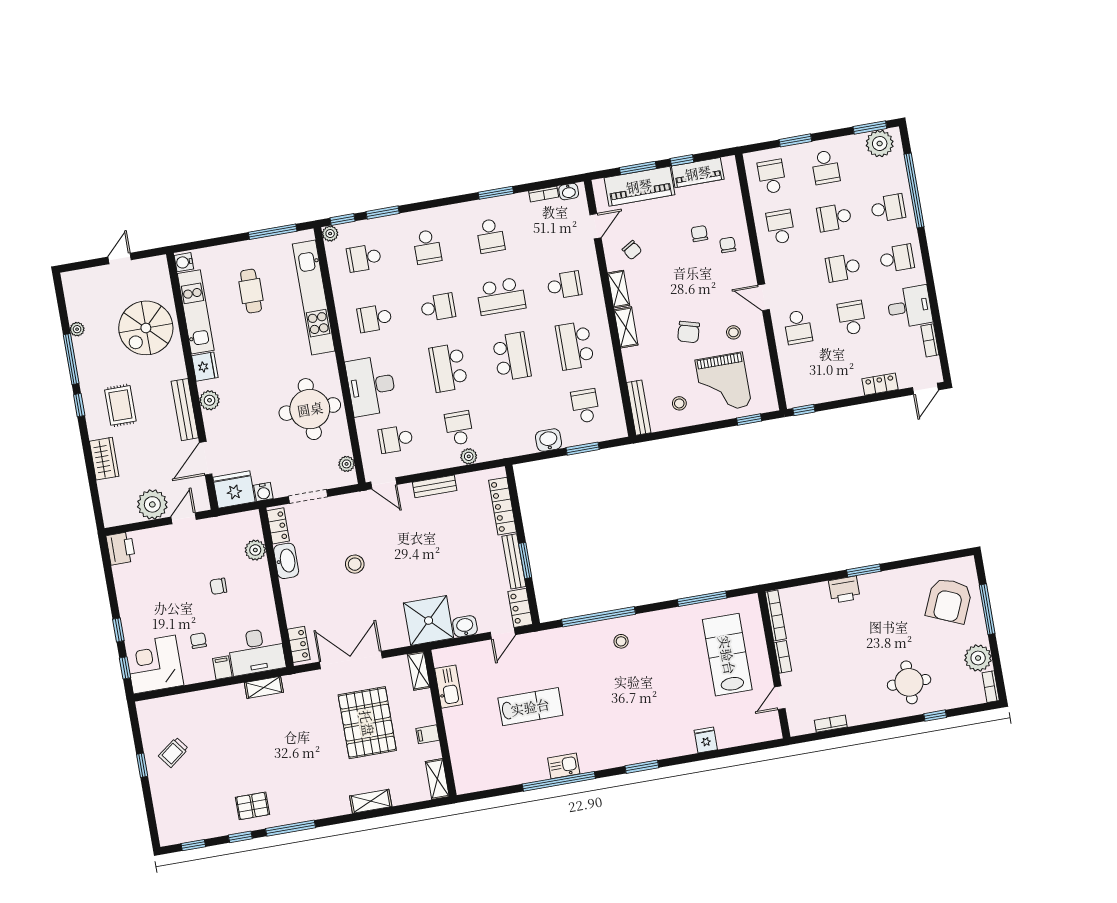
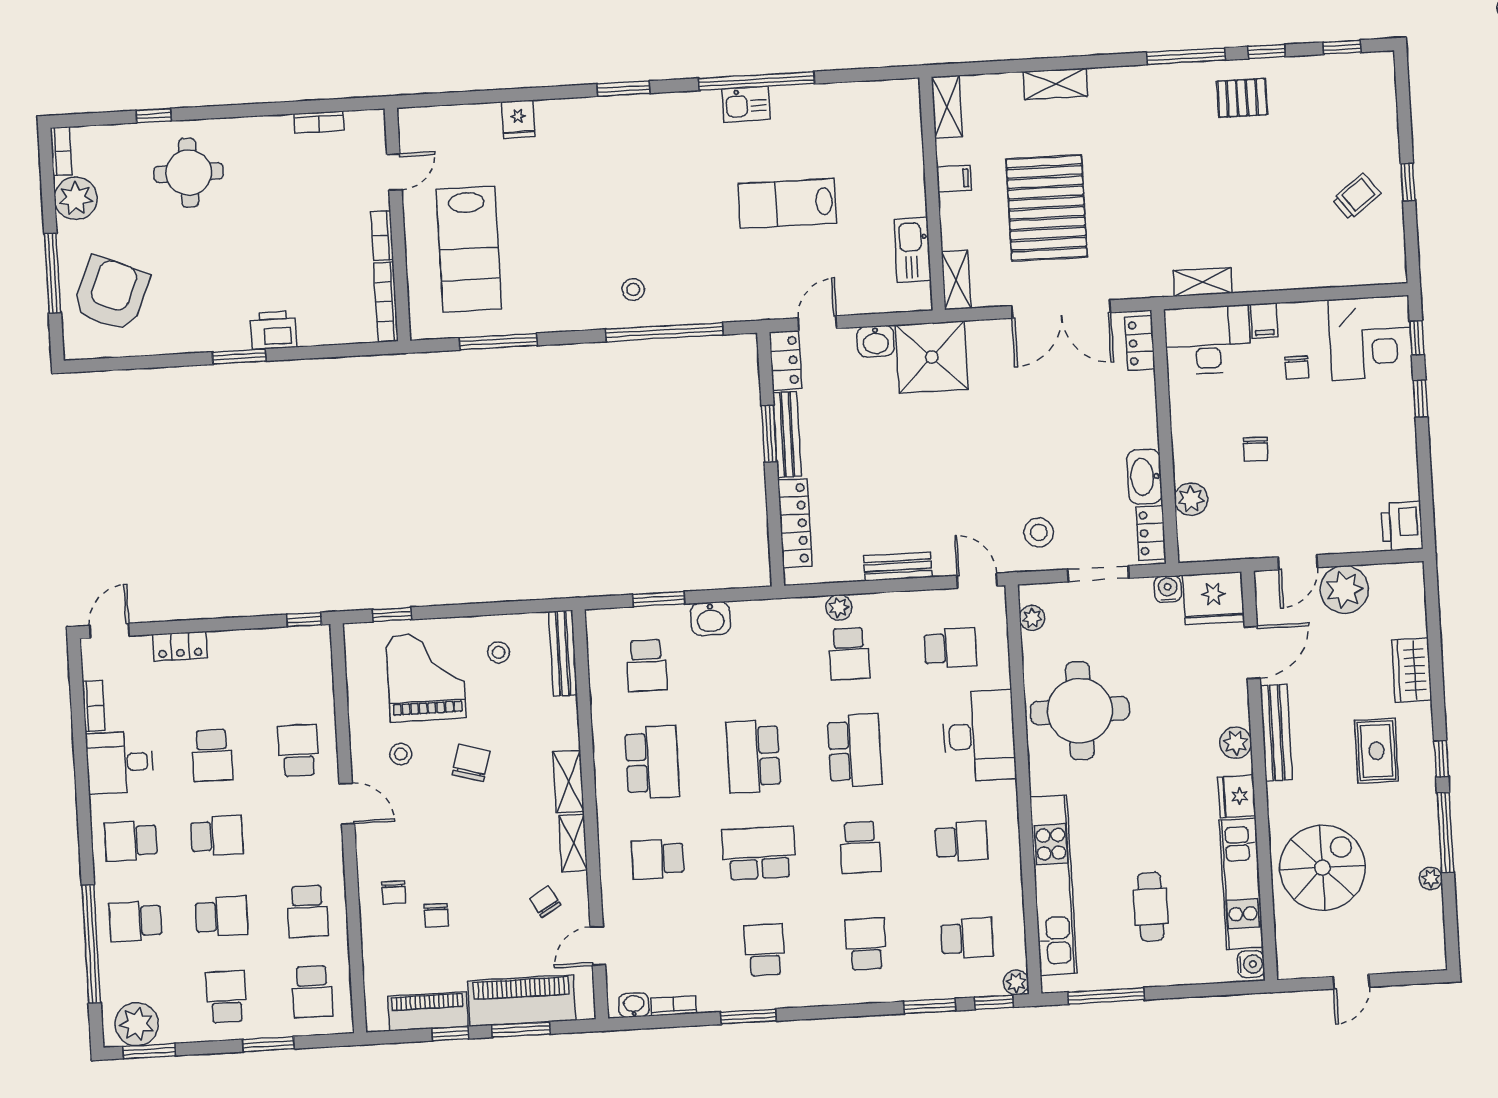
school desk: (438, 307) -> (860, 847), turned -90
stool: (355, 564) -> (1039, 532), moved
chair: (218, 586) -> (1256, 449), turned 92

